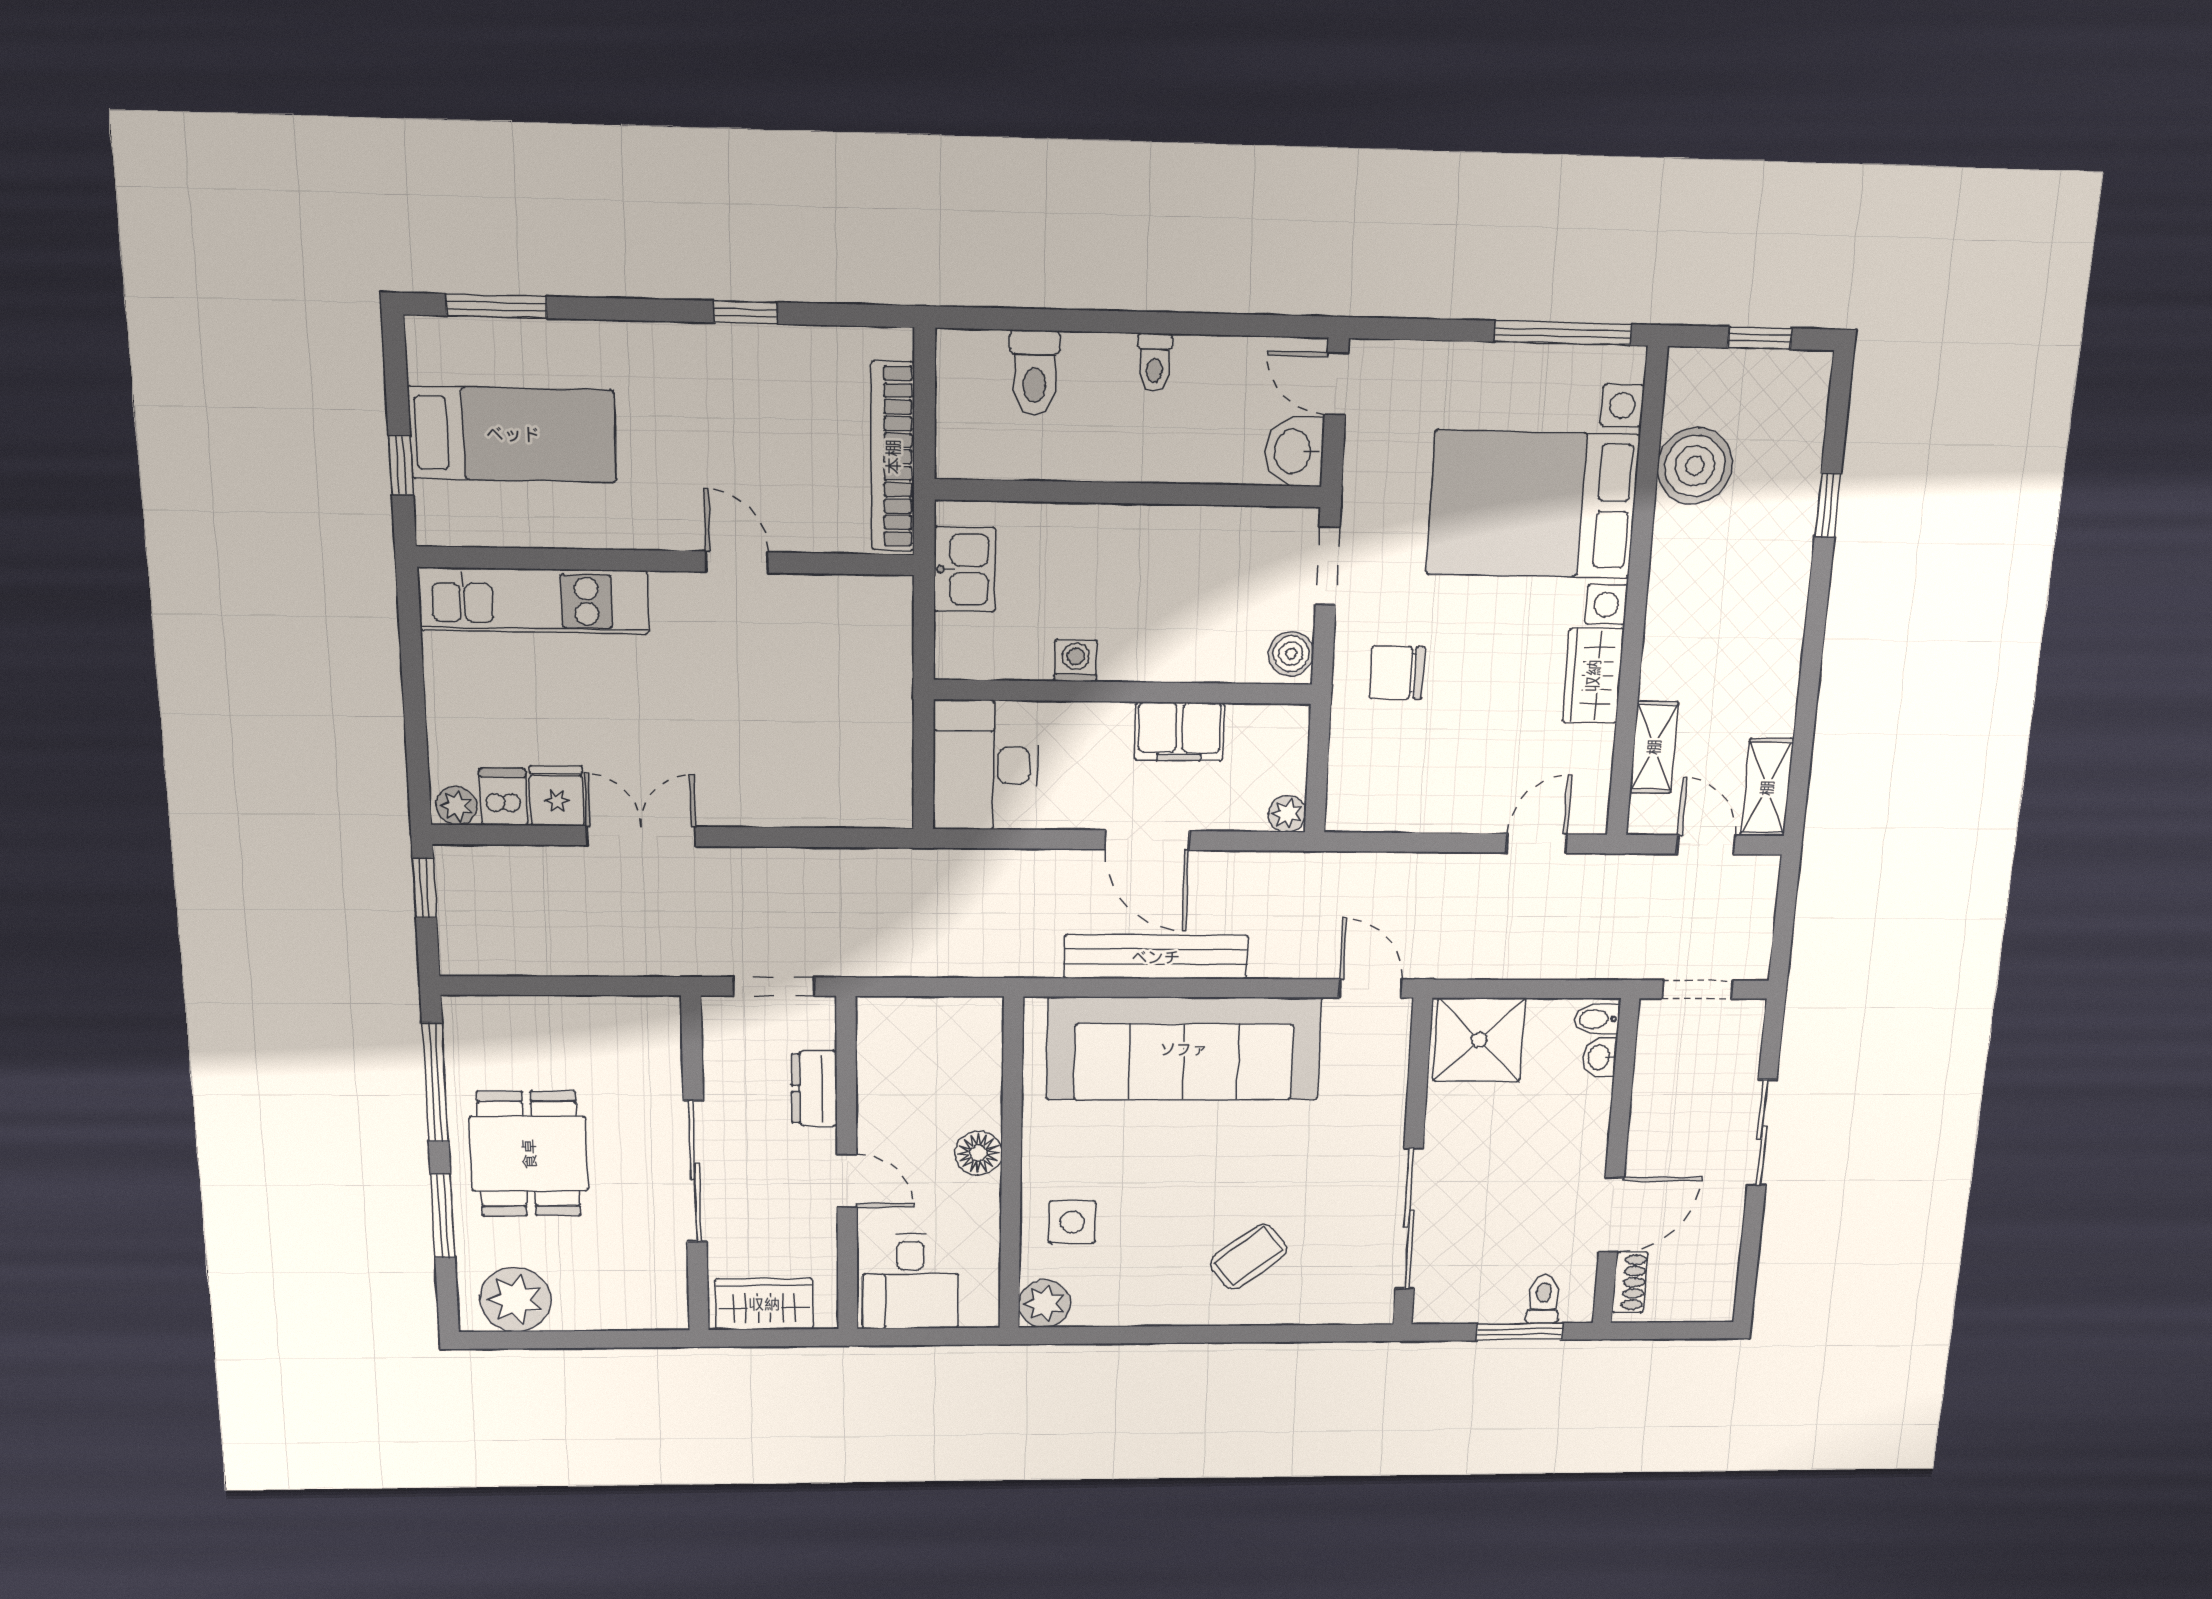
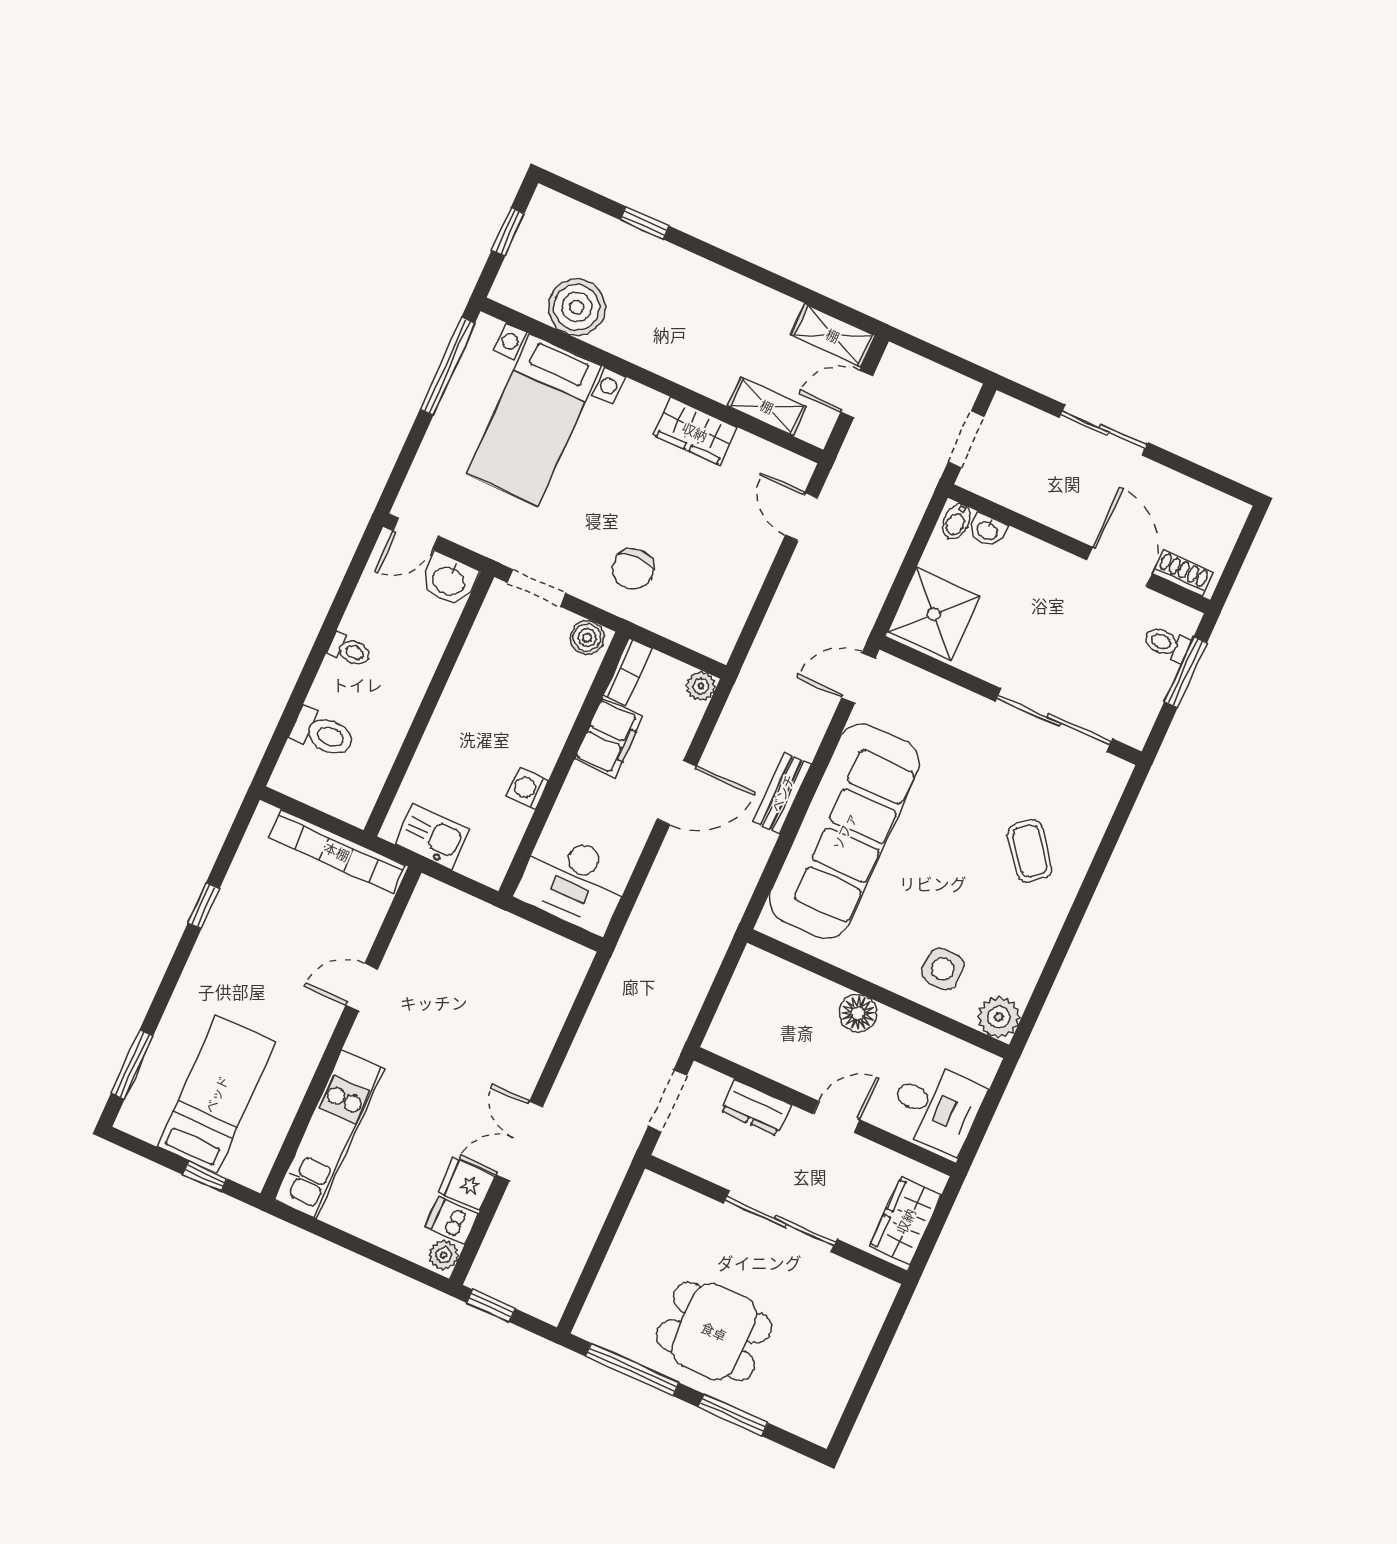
bed with nightstands: (1533, 505) -> (534, 420), width x0.73
bookcase: (1269, 720) -> (628, 672), added
bench: (1156, 957) -> (782, 793), width x0.54, depth x0.82
plant: (515, 1300) -> (820, 1396), removed

